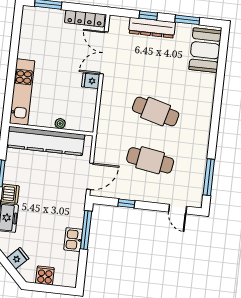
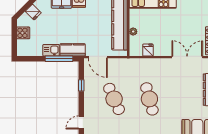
fridge: (91, 81) -> (148, 50), moved
cafe table: (156, 111) -> (149, 99), turned -30
cafe table: (150, 160) -> (114, 99), turned -33
kitchen counter: (76, 210) -> (73, 50), added

